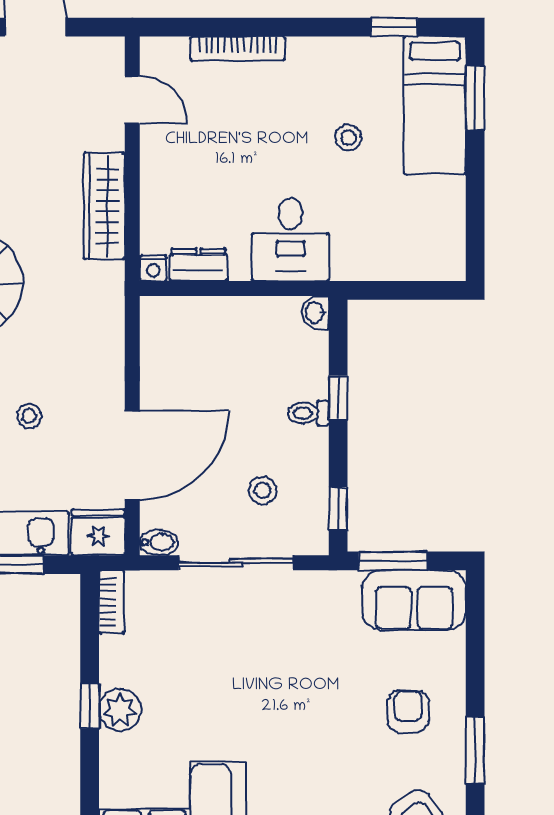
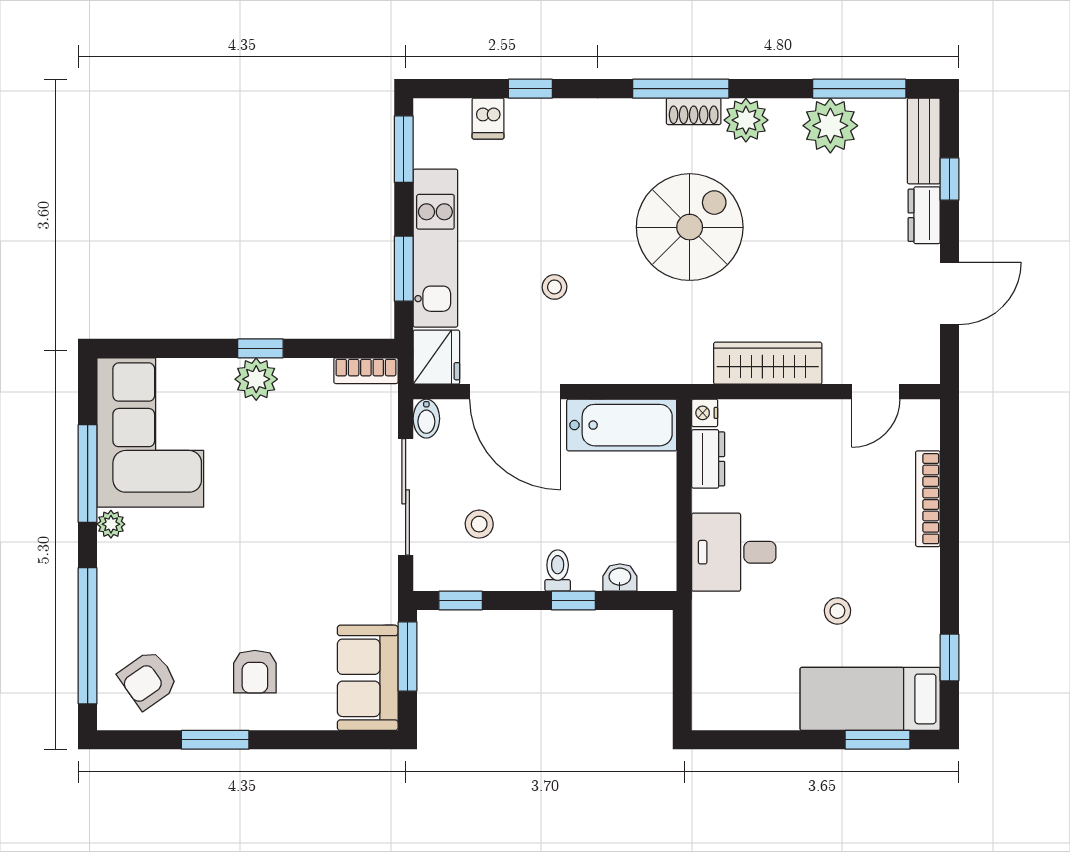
washbasin: (315, 313) -> (620, 577), moved
bathtub: (165, 350) -> (622, 425), added
armchair: (408, 711) -> (255, 672), turned 90

